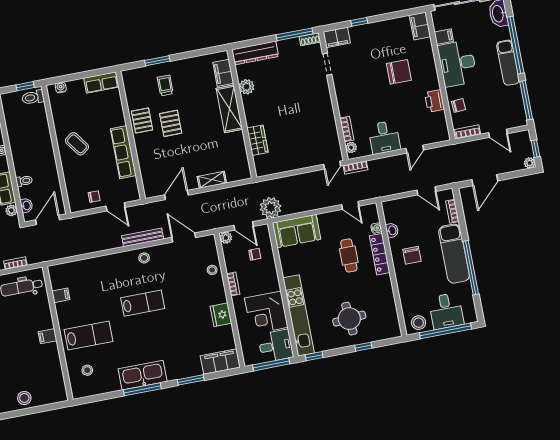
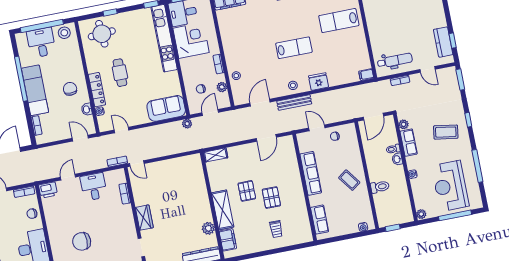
window: (157, 61) -> (283, 250), removed
row of seats: (101, 83) -> (320, 220), moved, turned 90
toilet: (33, 97) -> (380, 187), moved
printer: (435, 101) -> (48, 190), moved, turned 90
pallet: (142, 120) -> (247, 191), moved
wardrobe: (257, 140) -> (144, 218), moved, turned 180
plant: (351, 147) -> (121, 178), removed
door: (332, 165) -> (137, 163), swing flipped
shelving: (212, 180) -> (216, 155), moved
door: (426, 191) -> (80, 138), moved
washbasin: (26, 206) -> (397, 159), moved
plant: (271, 208) -> (187, 124), width x0.53, depth x0.53
door: (244, 226) -> (210, 112), hinge flipped
door: (184, 237) -> (260, 103), swing flipped
plant: (226, 238) -> (222, 87), moved
cafe table: (349, 255) -> (120, 73), moved
filing cabinet: (61, 295) -> (366, 75), moved
lab bench: (143, 303) -> (294, 48), turned 180
fridge: (221, 315) -> (319, 82), moved, turned -90
round table: (349, 319) -> (102, 34), moved
filing cabinet: (48, 336) -> (373, 20), removed

